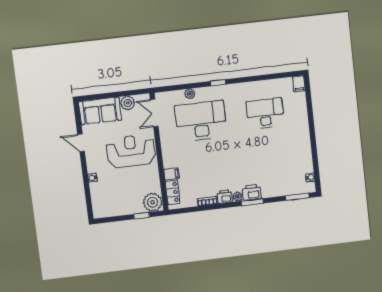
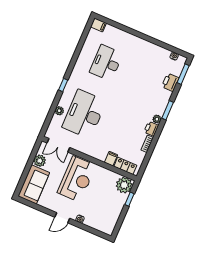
door: (81, 143) -> (62, 218), moved
reception desk: (131, 151) -> (77, 179), turned 180
printer: (252, 192) -> (170, 82), moved

